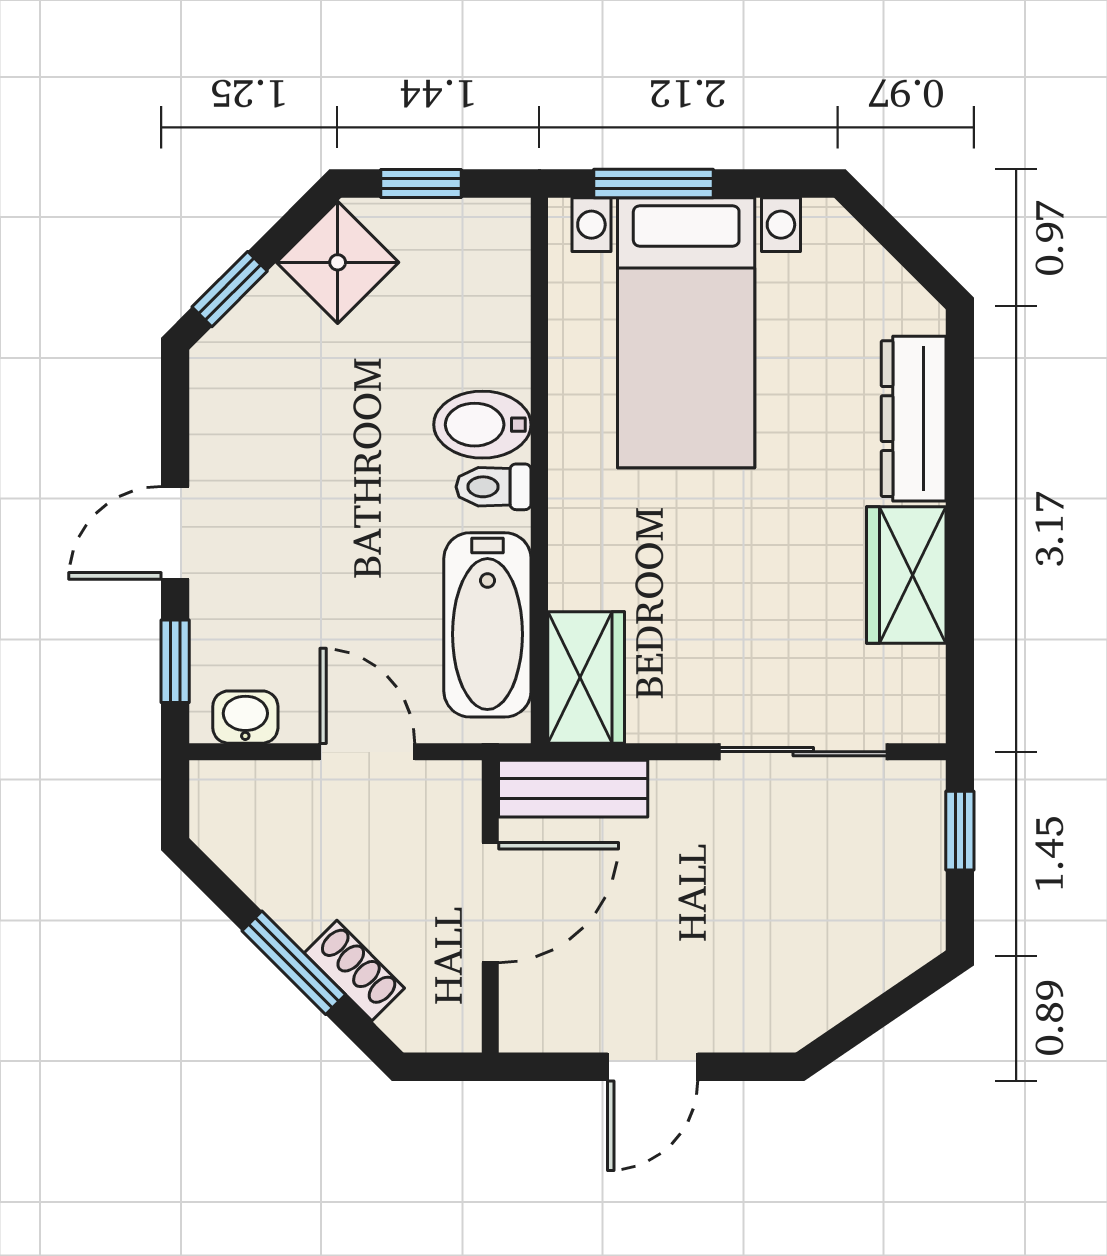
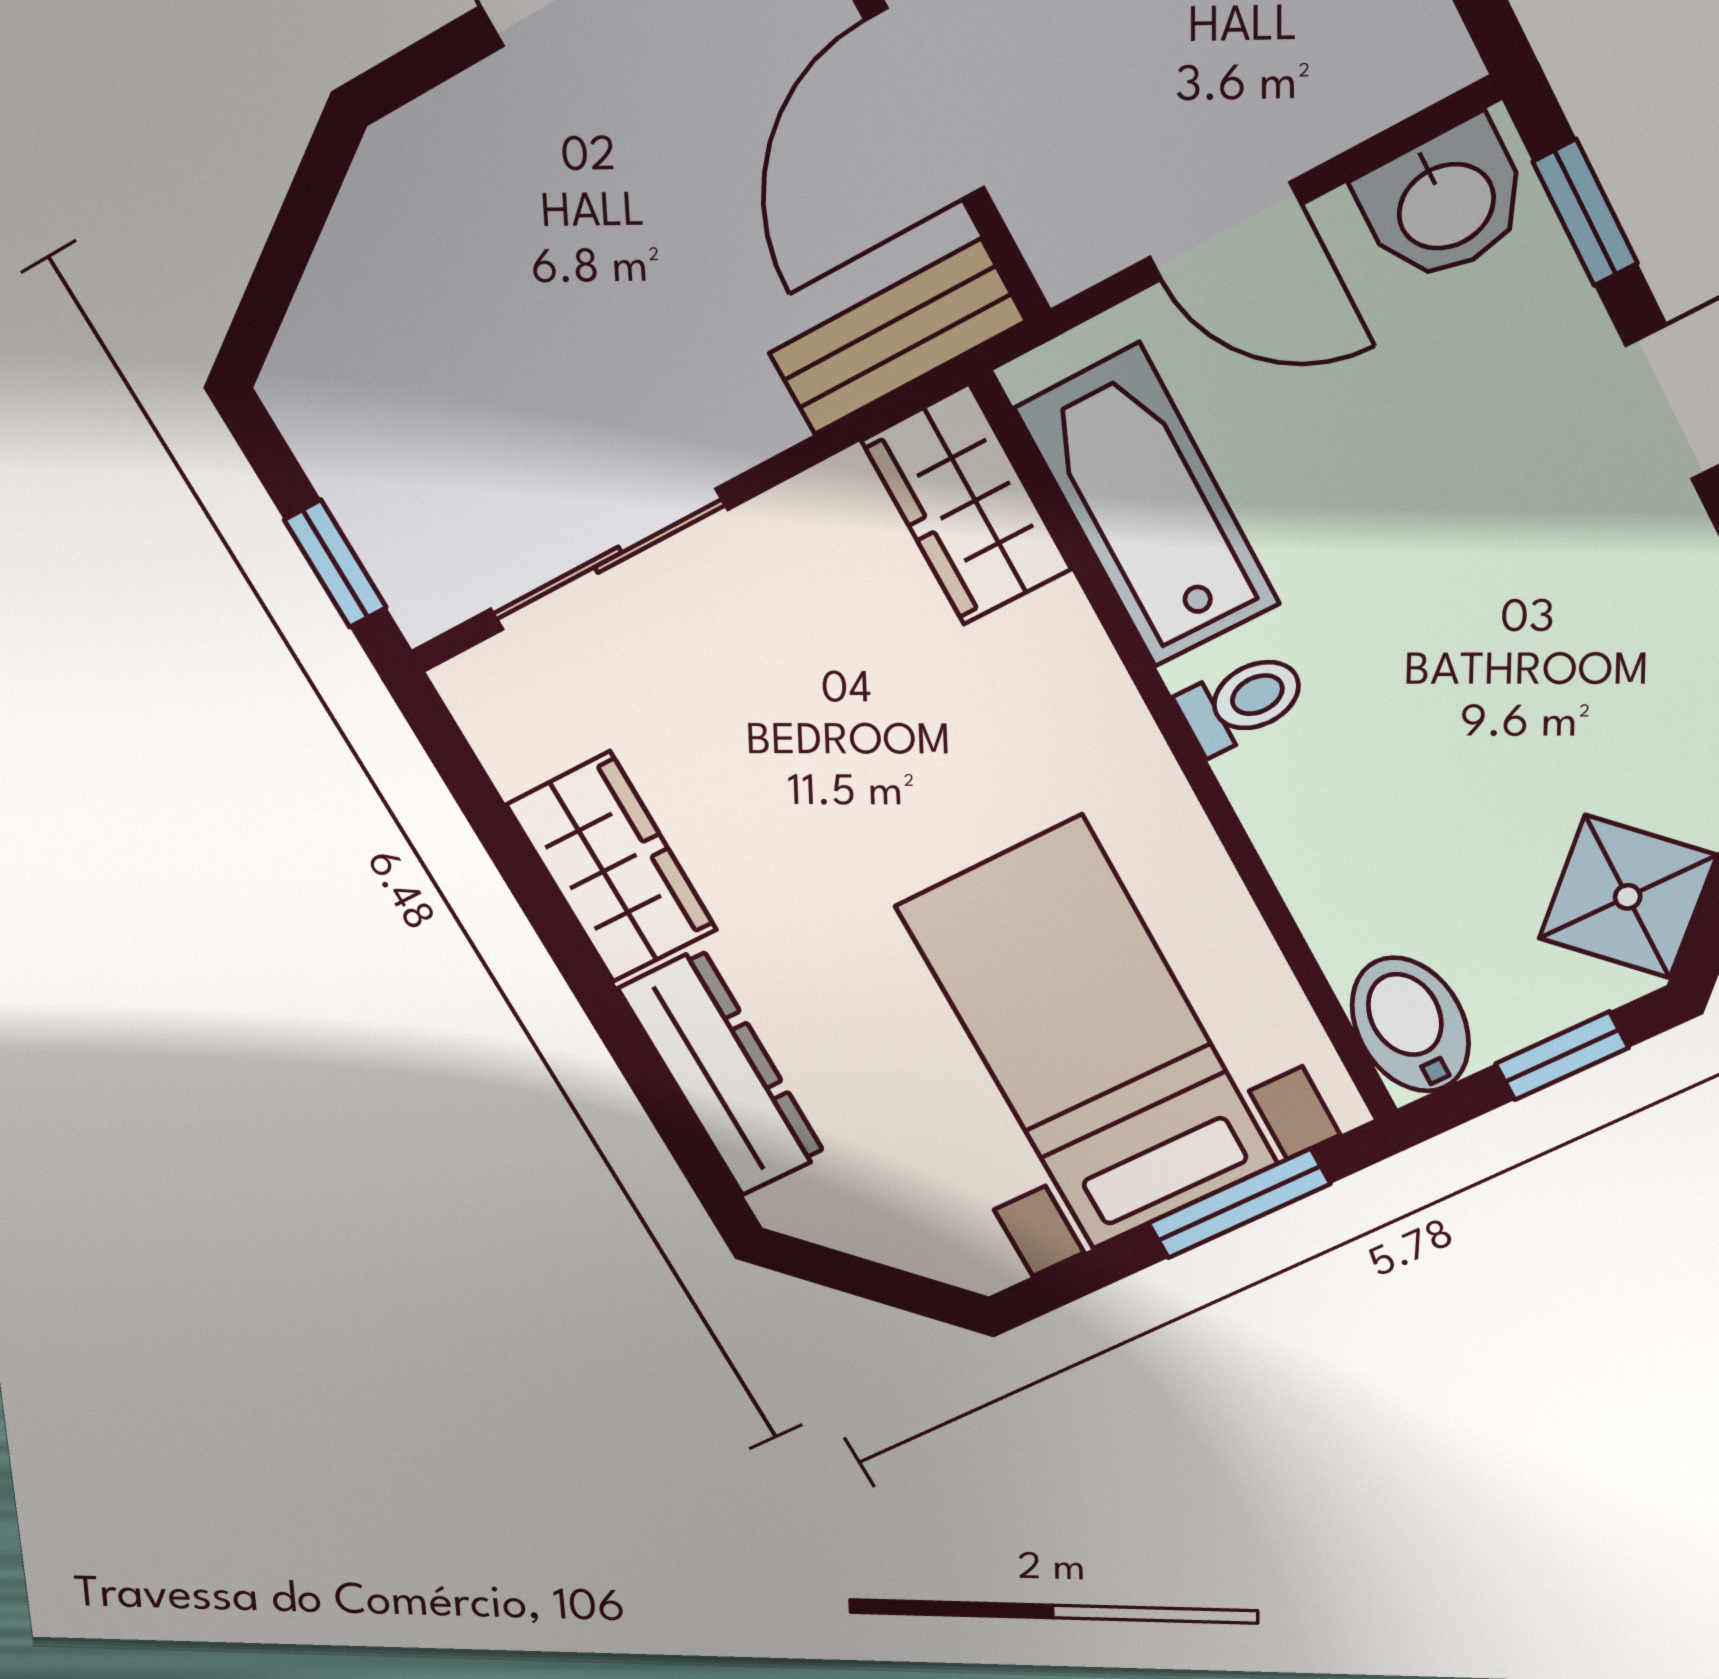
bidet: (482, 425) -> (1410, 1025), moved, turned -90
washbasin: (245, 717) -> (1445, 203), width x1.38, depth x1.45

